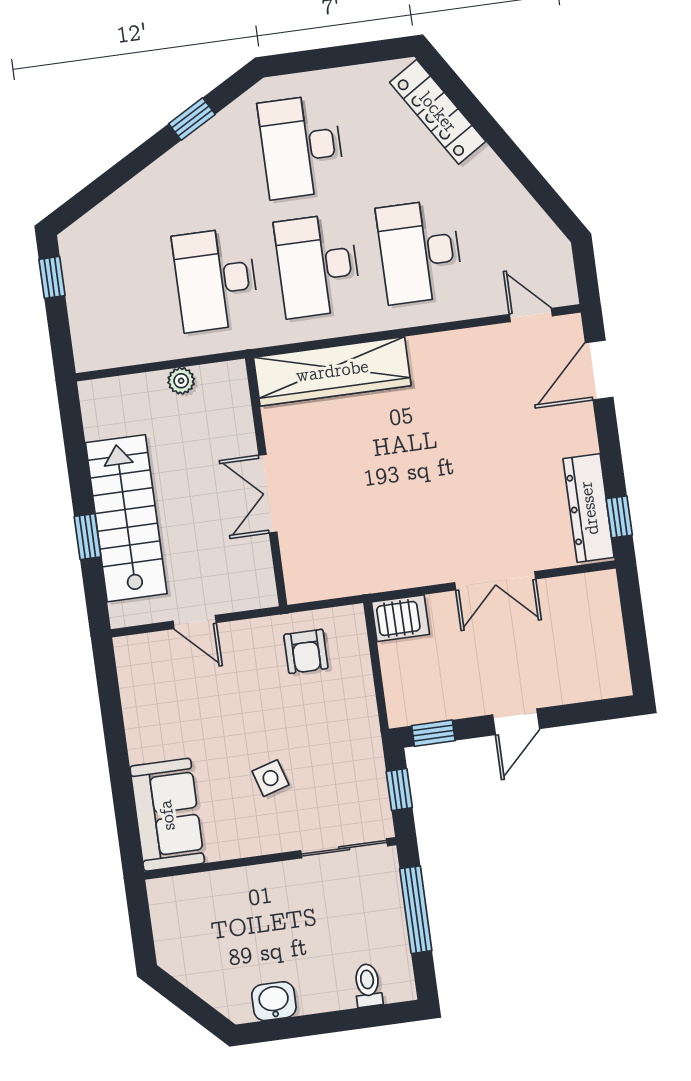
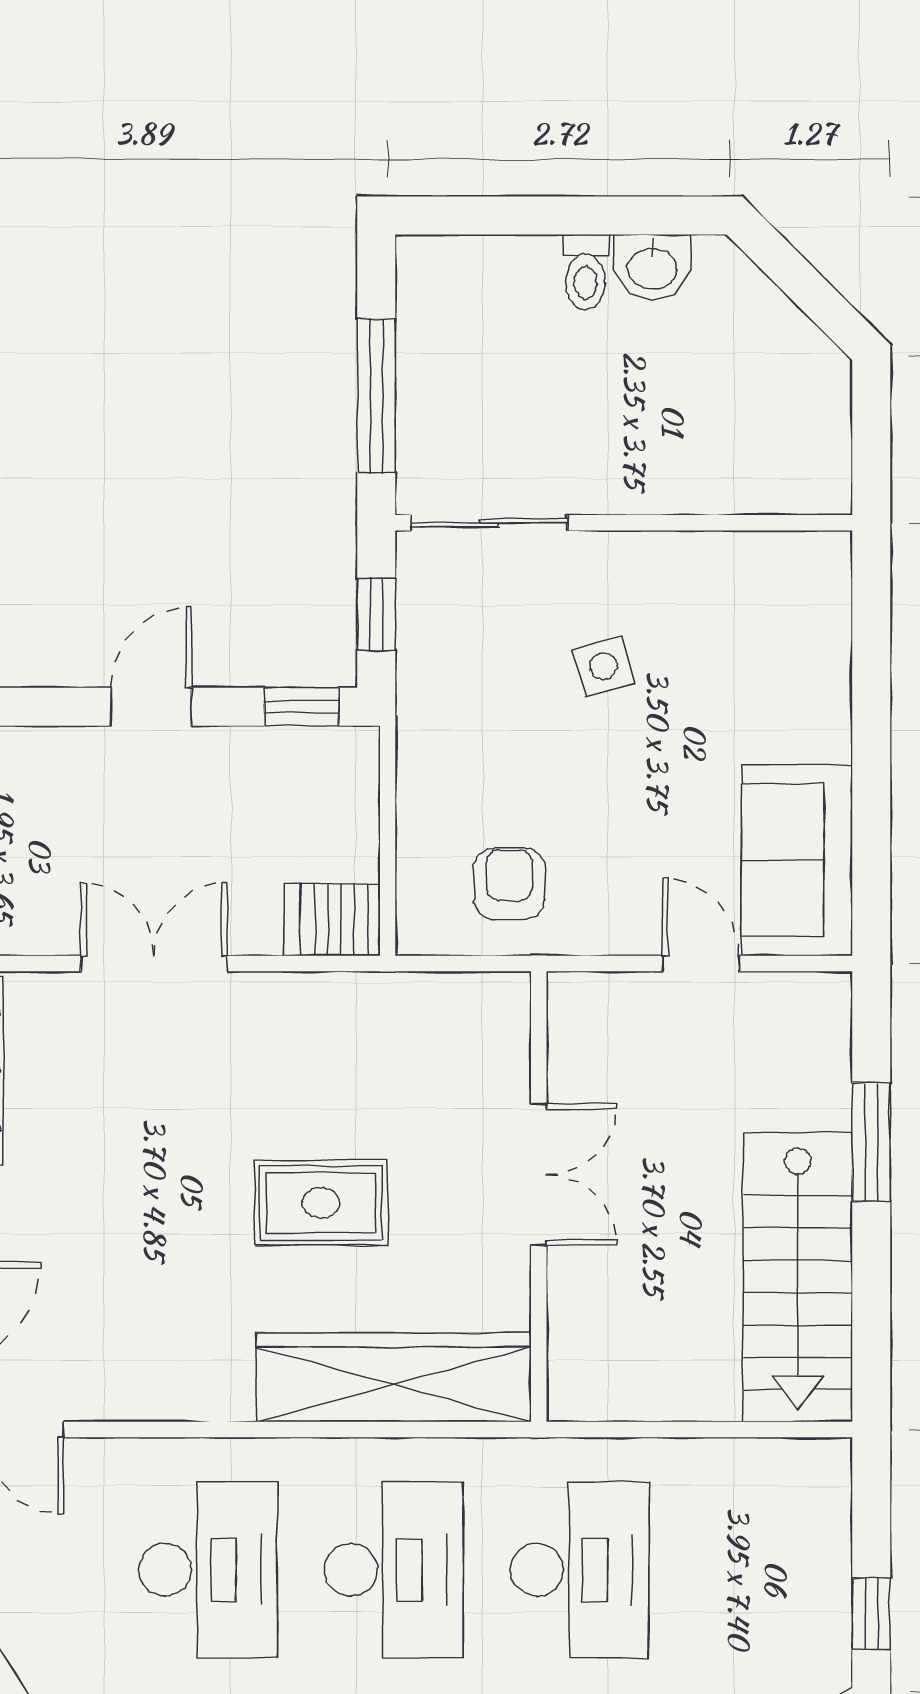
plant: (181, 381) -> (666, 1398), removed
rug: (385, 462) -> (321, 1203), added
stairs: (126, 518) -> (798, 1277), moved
window: (88, 537) -> (871, 1142), width x1.50
sofa: (167, 815) -> (797, 860), moved
toilet: (368, 985) -> (585, 272), moved

